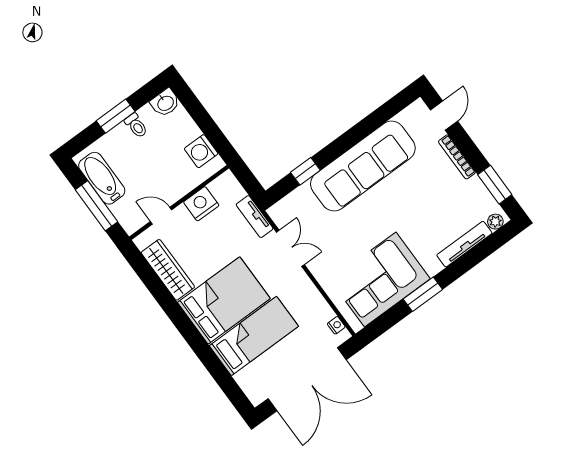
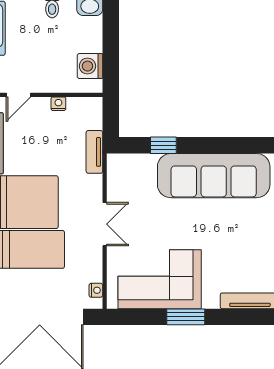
nightstand: (201, 204) -> (58, 104), width x0.53, depth x0.56
door: (161, 216) -> (18, 95), swing flipped
double door: (290, 248) -> (105, 224), moved

